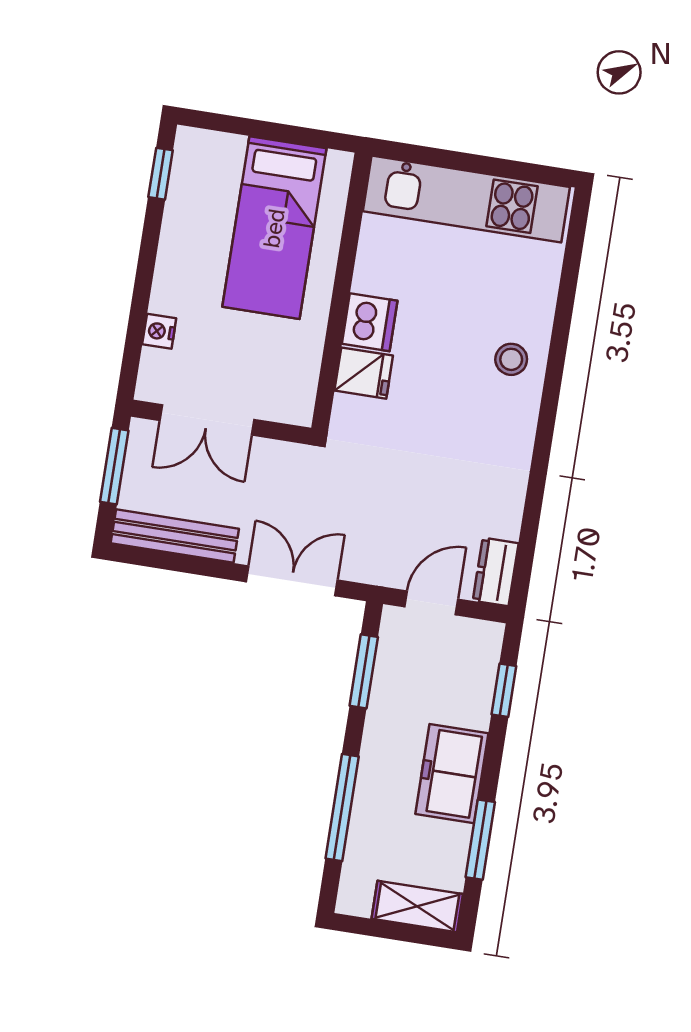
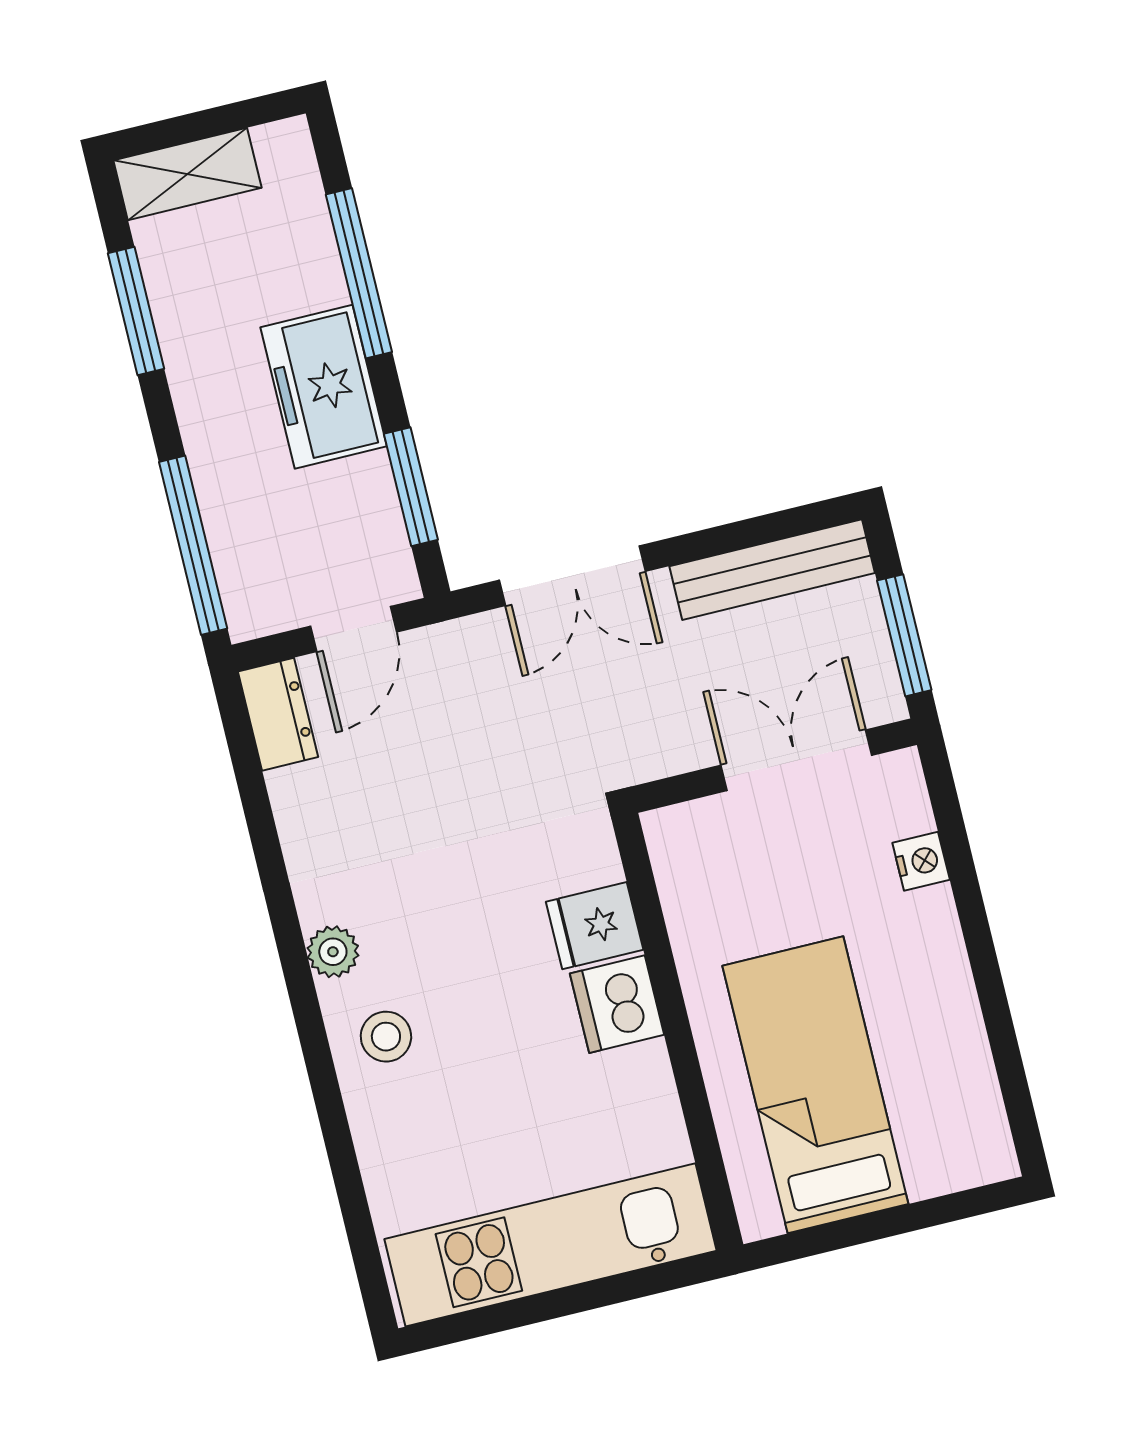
window: (161, 174) -> (1016, 1094), removed
plant: (521, 421) -> (333, 952), added
window: (504, 690) -> (193, 545), width x2.17
freezer: (452, 774) -> (324, 387), moved, turned 180

